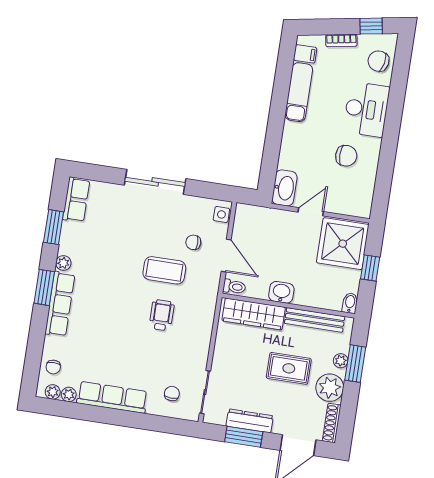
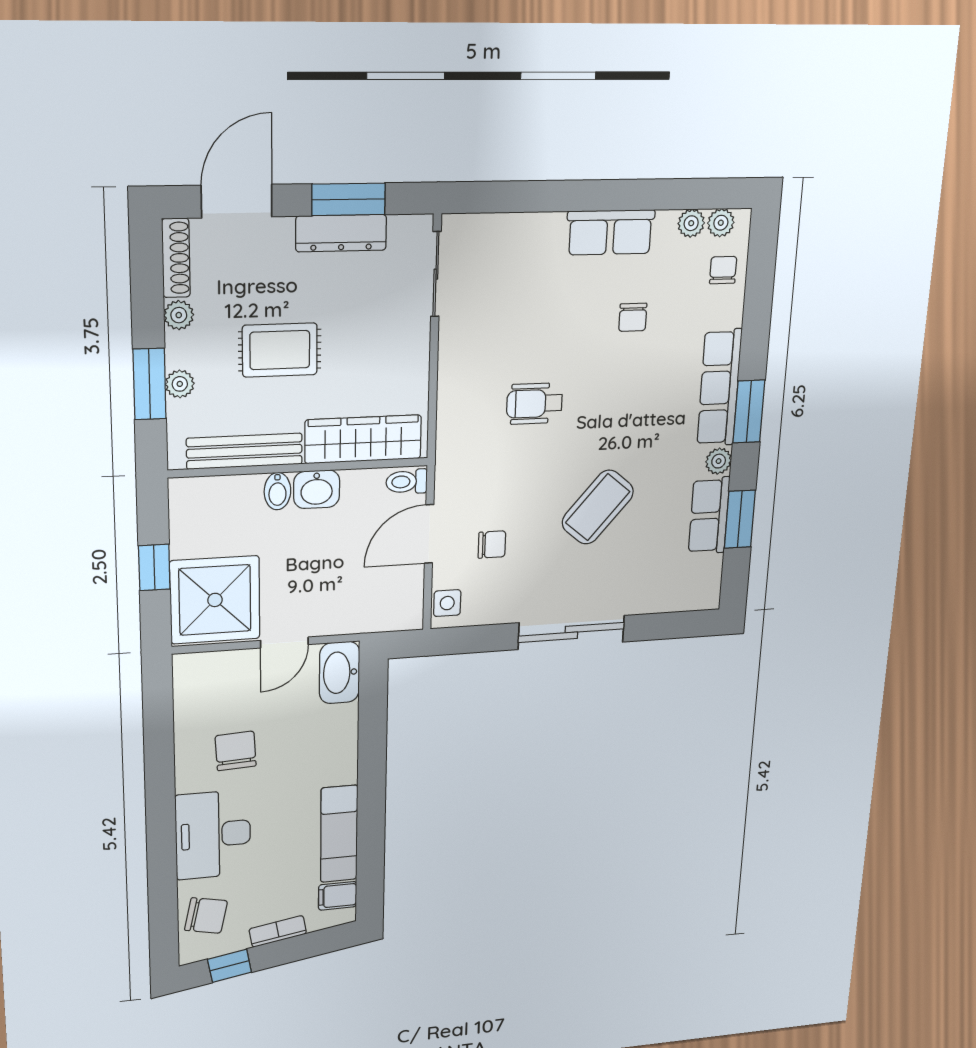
chair: (346, 156) -> (236, 751), turned 87
row of seats: (76, 200) -> (709, 516), moved
door: (226, 256) -> (429, 534), hinge flipped
coffee table: (164, 270) -> (598, 507), moved, turned -50
bidet: (350, 303) -> (277, 491), moved
wheelchair: (162, 315) -> (534, 404), turned 90
plant: (330, 388) -> (179, 315), width x0.53, depth x0.53
chair: (172, 394) -> (633, 317), moved
row of seats: (112, 397) -> (610, 232), width x0.68

